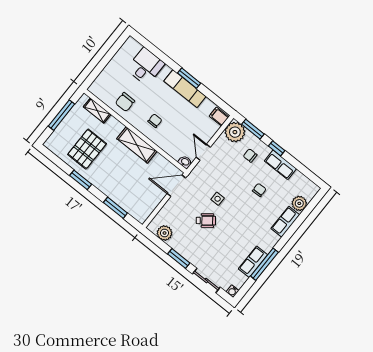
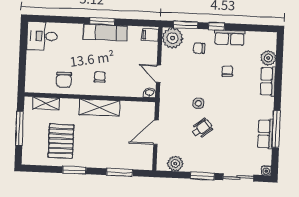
desk: (146, 66) -> (42, 36), moved, turned -90
door: (176, 186) -> (156, 132), moved

